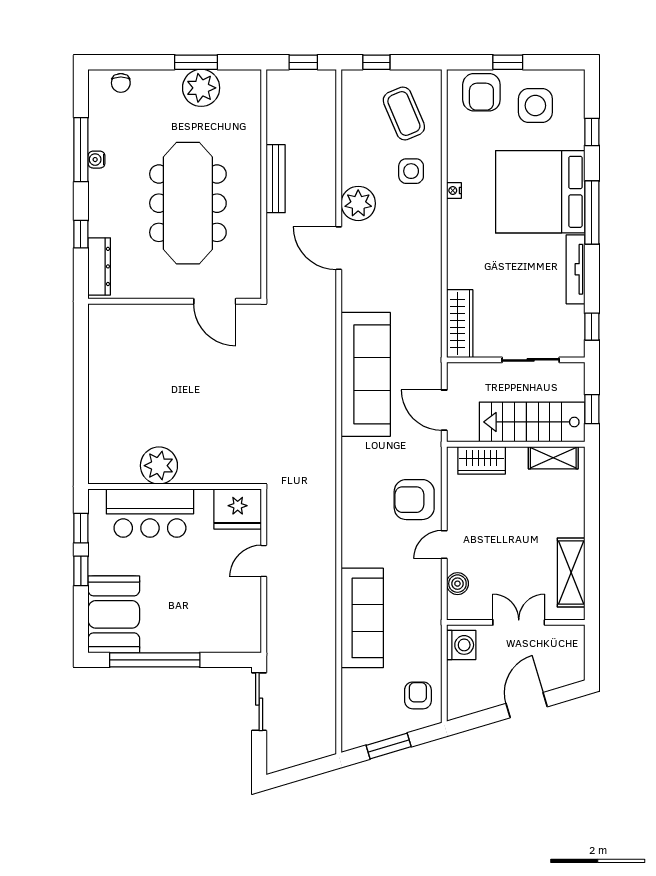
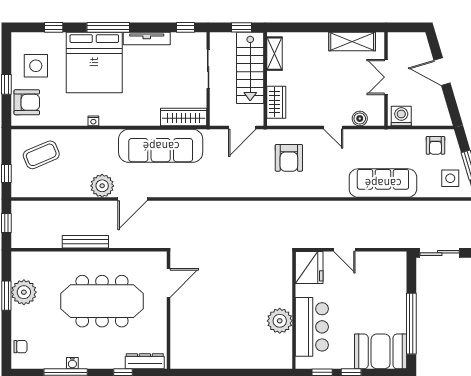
side table: (411, 171) -> (450, 178), moved
sofa: (366, 374) -> (161, 146), moved, turned 180
armchair: (414, 500) -> (289, 158), moved
armchair: (418, 695) -> (435, 145), turned -90

